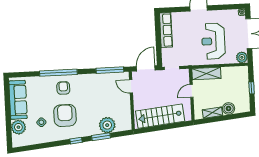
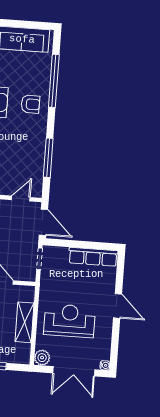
window: (110, 70) -> (48, 158), moved
window: (58, 73) -> (54, 81), moved
shelving: (206, 73) -> (25, 322), moved

